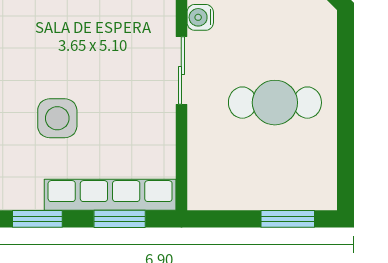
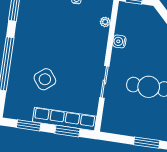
sliding door: (181, 71) -> (104, 82), moved
side table: (57, 118) -> (45, 79), turned -38

